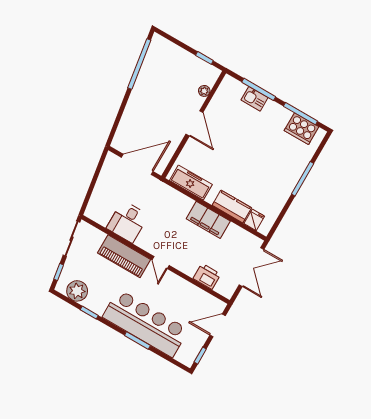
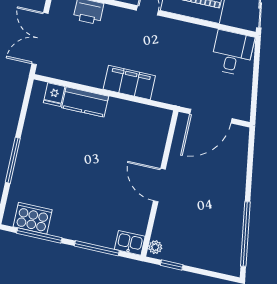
plant: (204, 91) -> (155, 247), moved
kitchen sink: (255, 99) -> (130, 243), moved
freezer: (191, 182) -> (142, 115), removed
filing cabinet: (208, 220) -> (129, 82), moved
desk: (128, 222) -> (232, 53), moved

